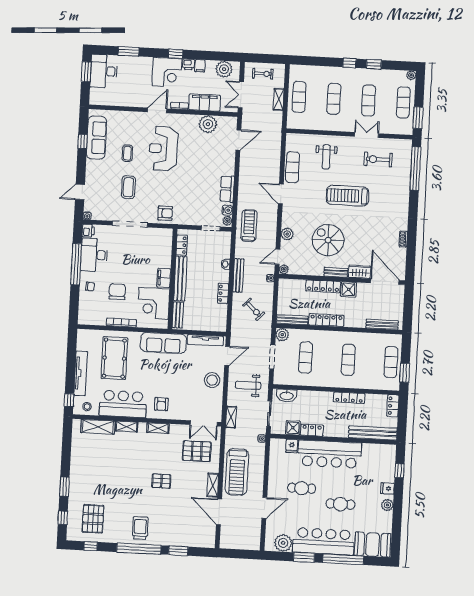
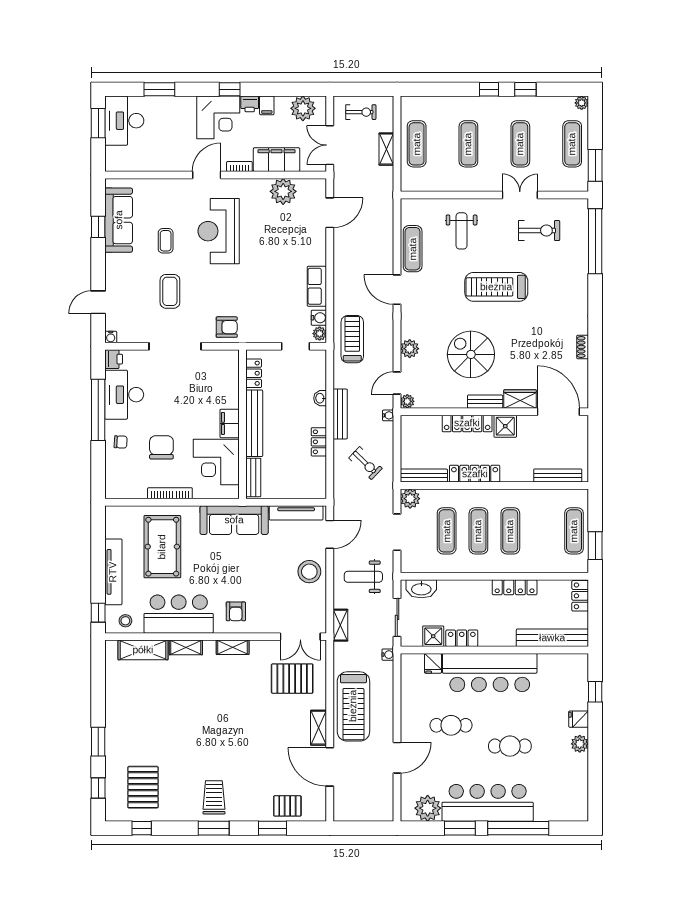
exercise bike: (378, 159) -> (539, 231), turned 180
exercise mat: (327, 359) -> (478, 531), added
pallet: (161, 481) -> (287, 806), moved
booth: (373, 545) -> (561, 804), removed
window: (139, 549) -> (214, 828), width x0.47

